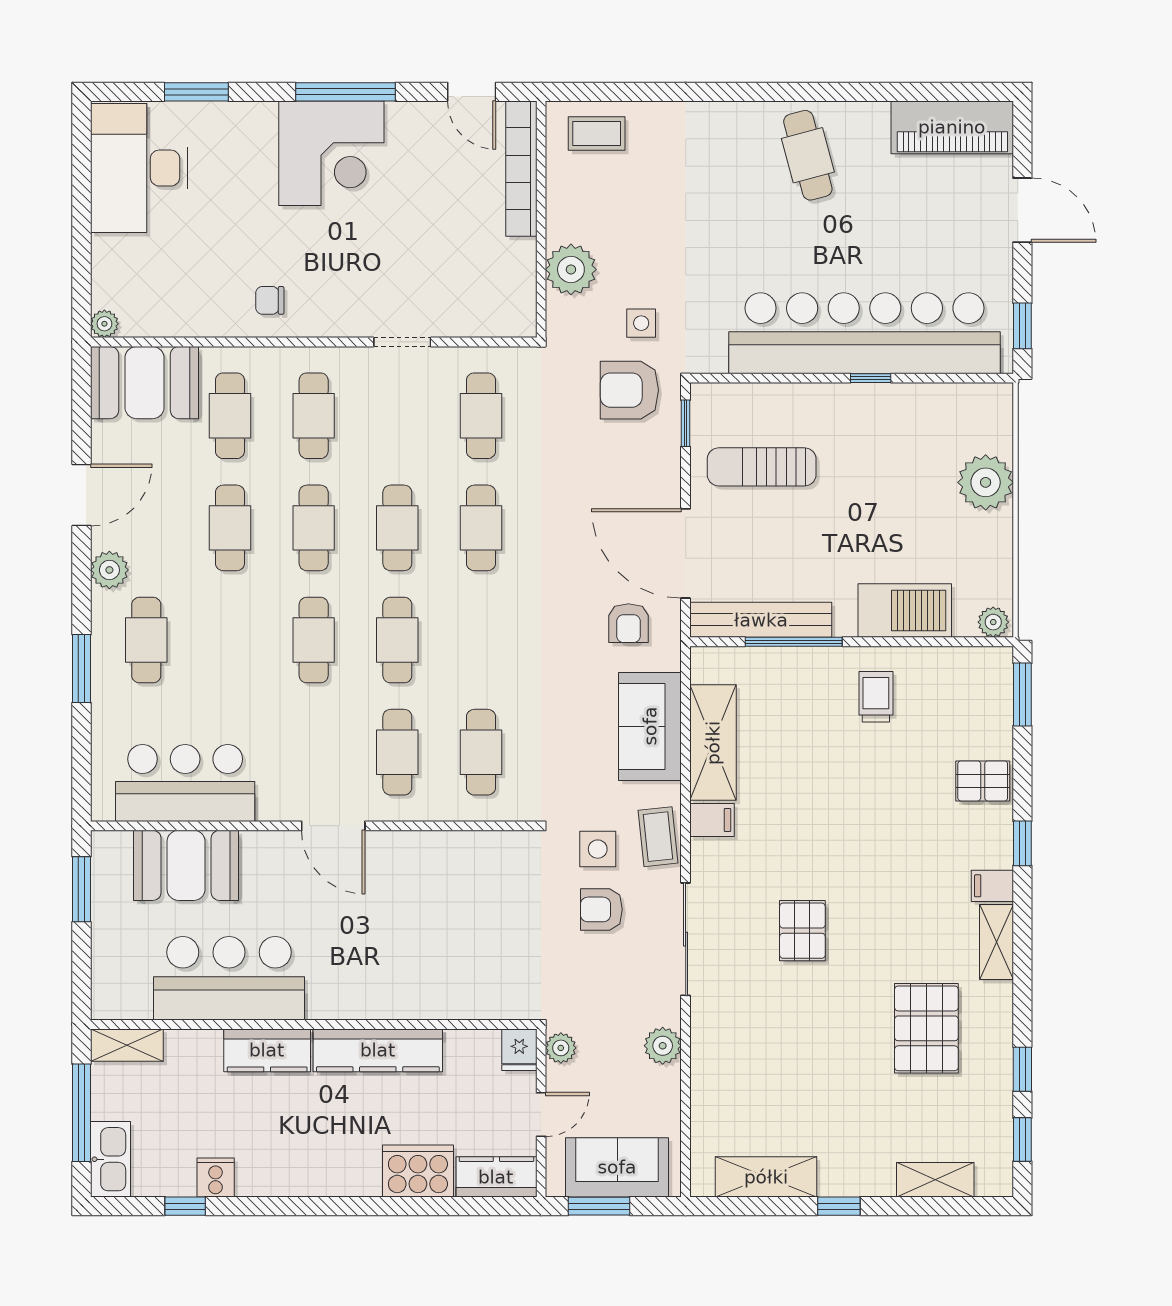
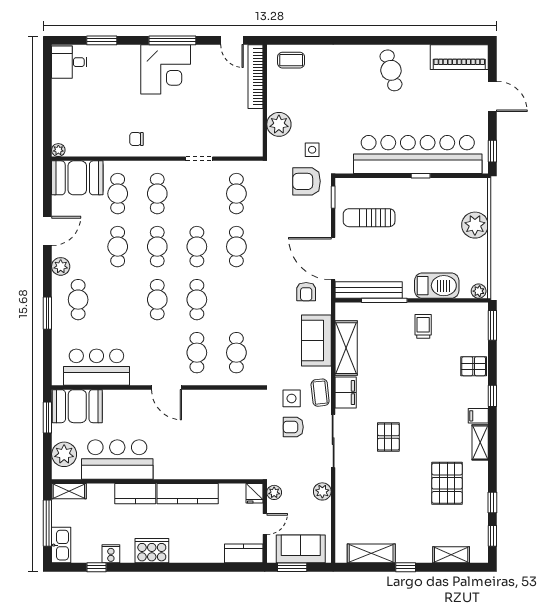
desk: (139, 168) -> (69, 62), width x0.53, depth x0.77
filing cabinet: (712, 820) -> (346, 393), width x2.00
booth: (186, 865) -> (77, 406), moved
plant: (117, 967) -> (64, 454), added
cooker: (418, 1171) -> (152, 551), moved

